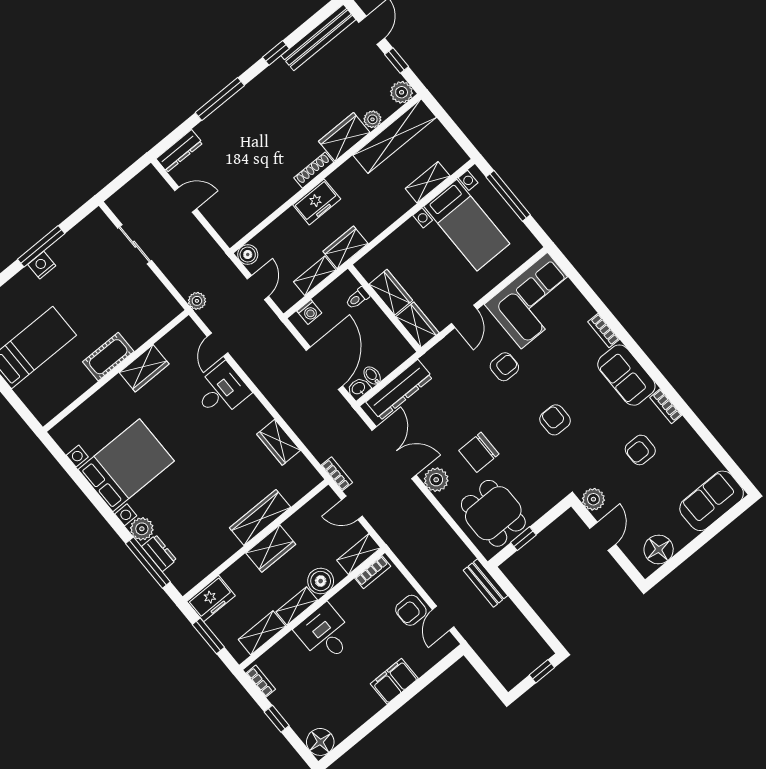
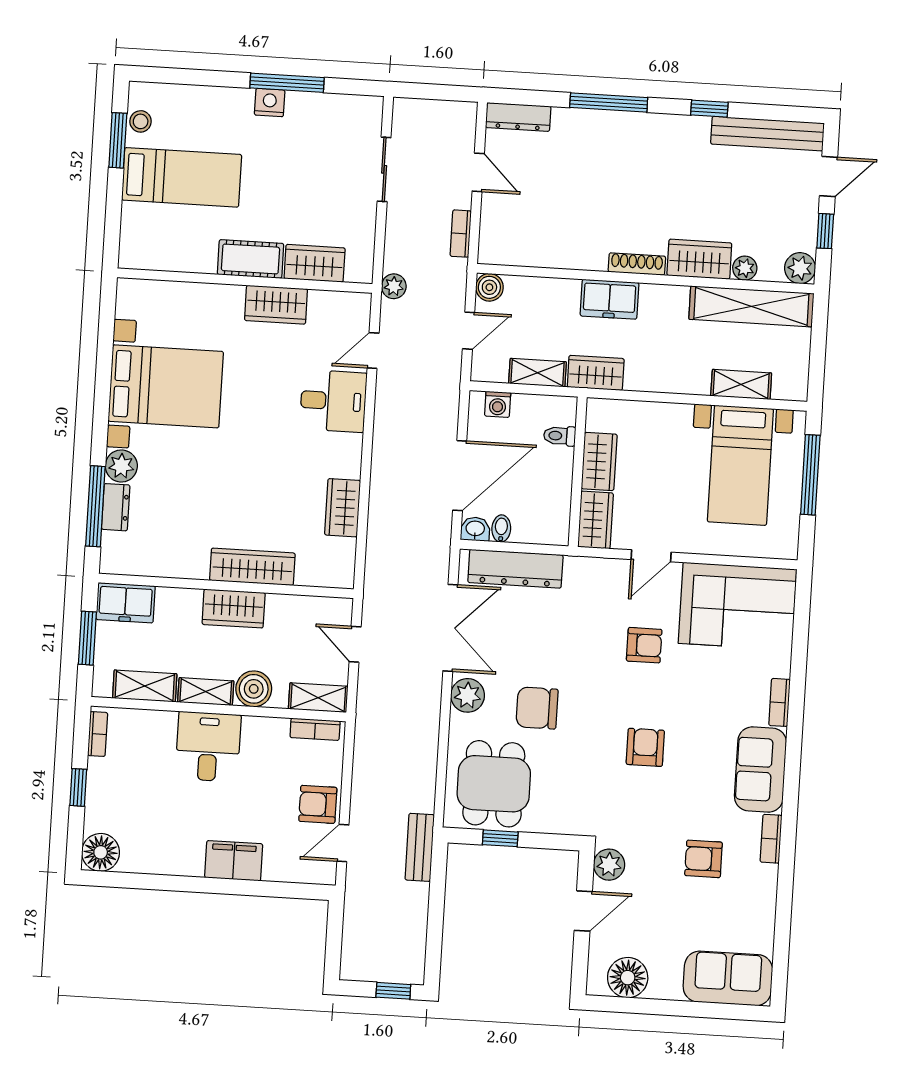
wardrobe: (144, 328) -> (315, 263), added
bookcase: (337, 474) -> (461, 234), moved, turned 180

